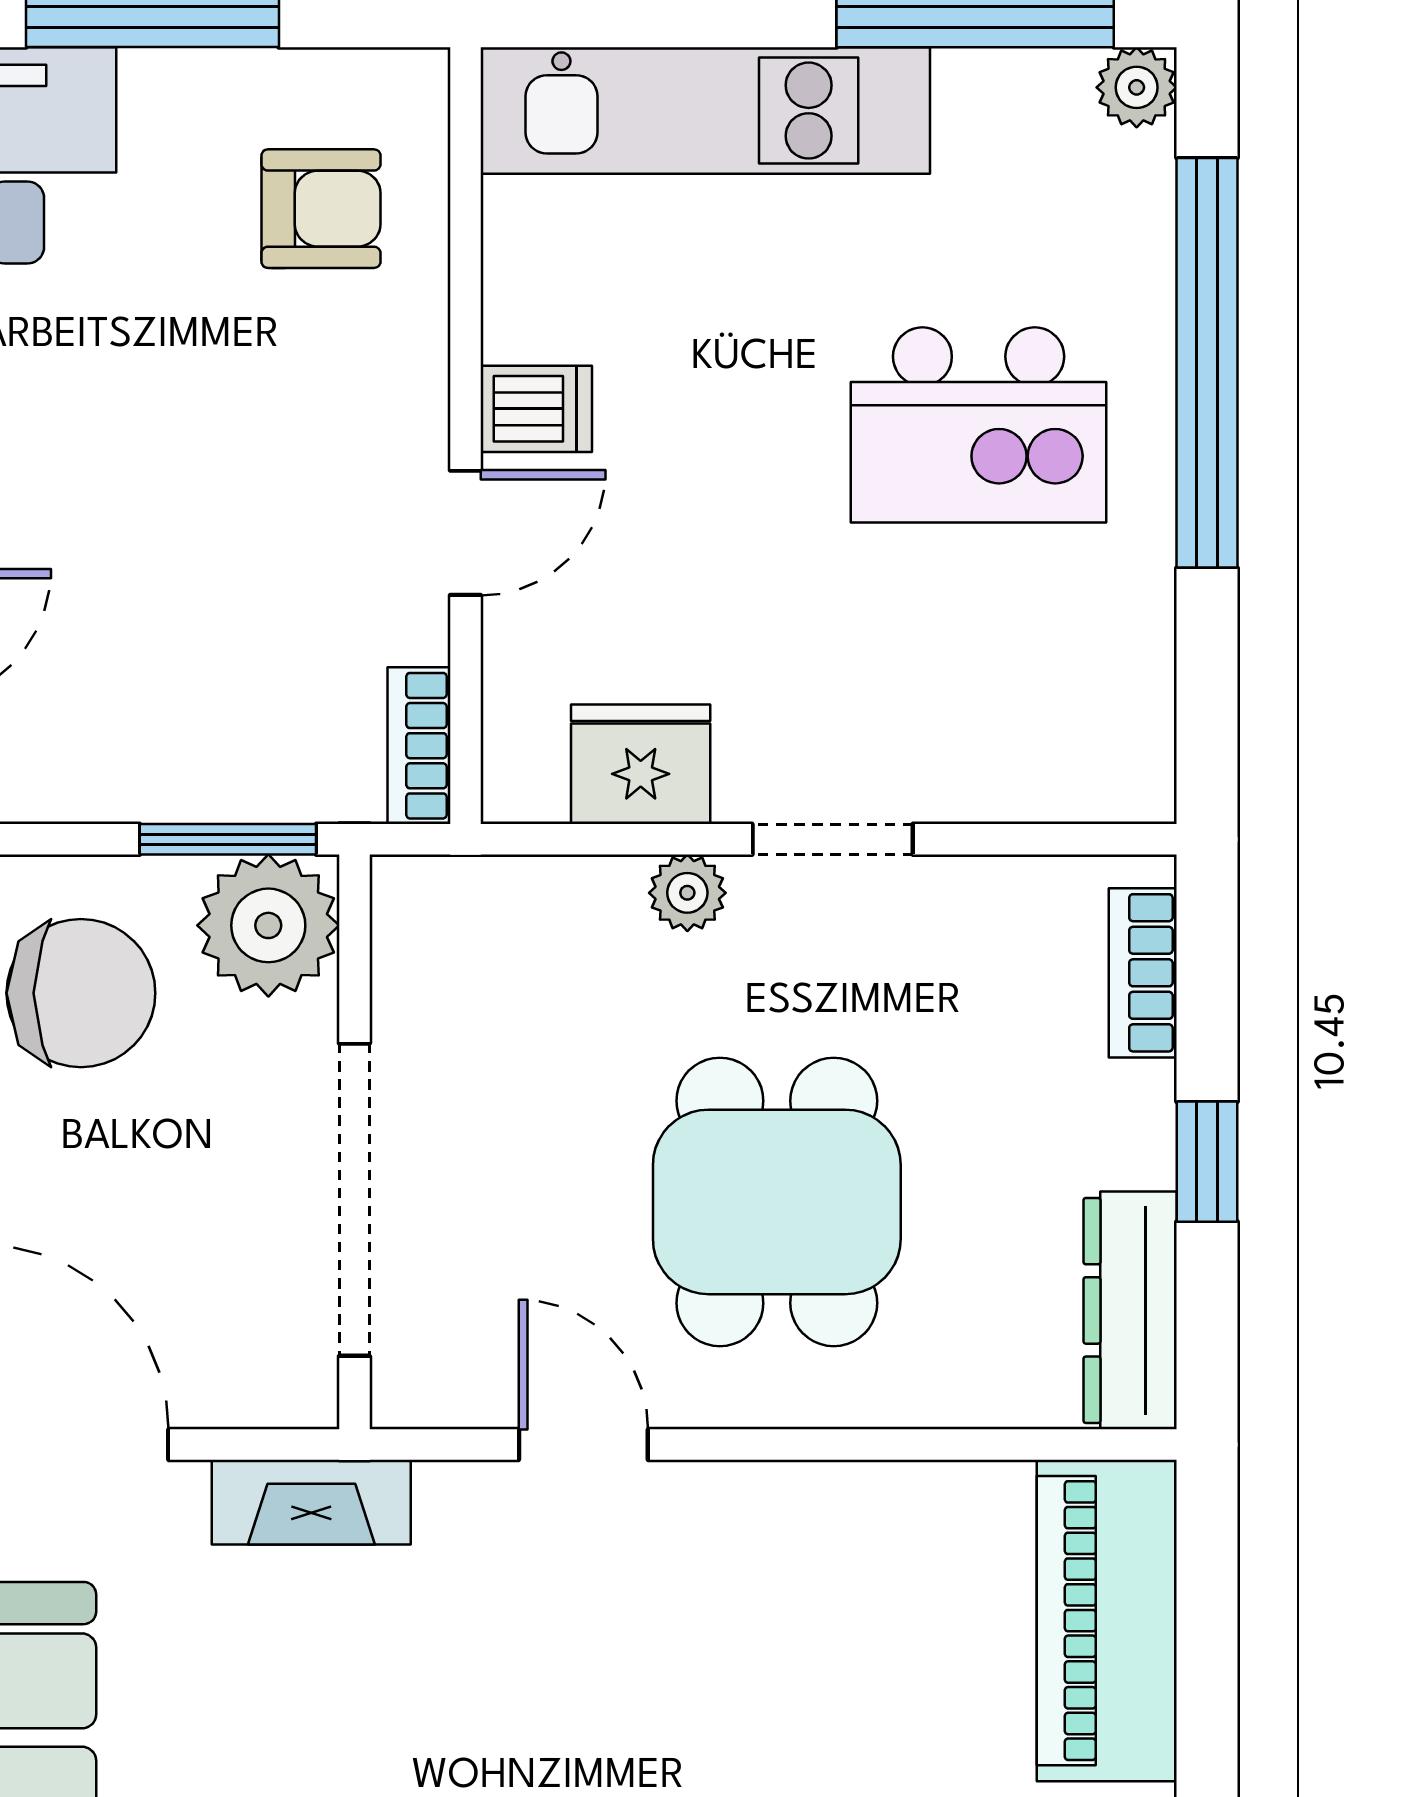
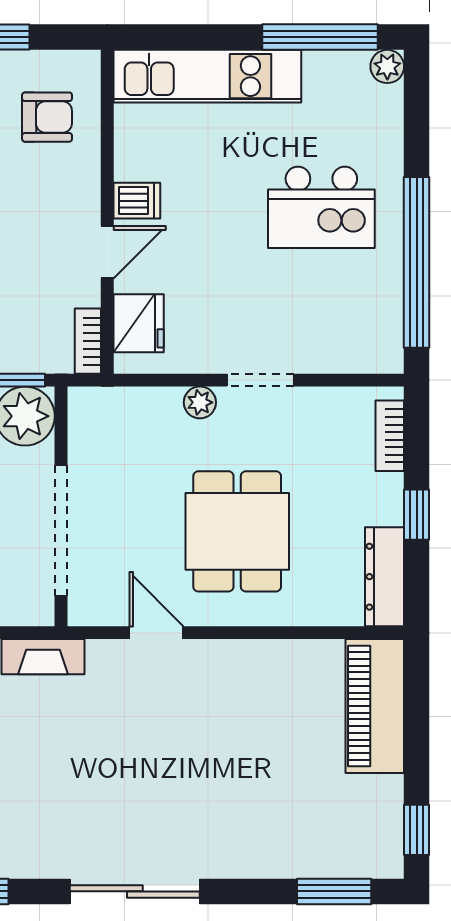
window: (1207, 363) -> (417, 262), moved
fridge: (641, 764) -> (139, 323), moved, turned 90

